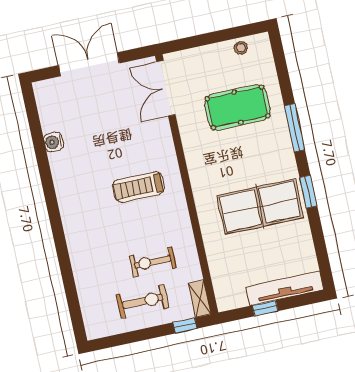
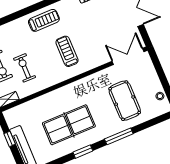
table tennis table: (260, 206) -> (69, 125), turned 90
treadmill: (81, 215) -> (44, 20), added

